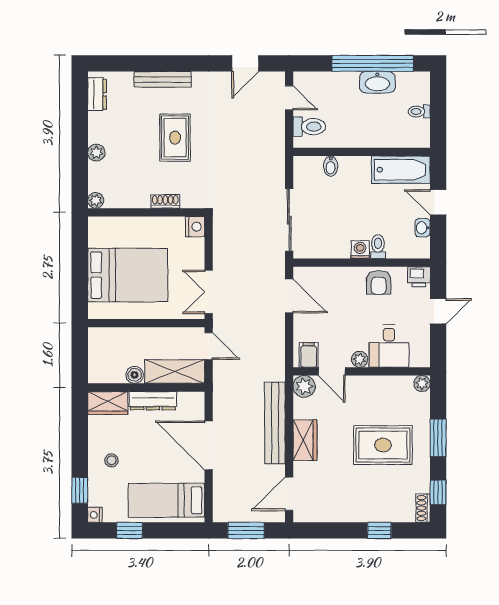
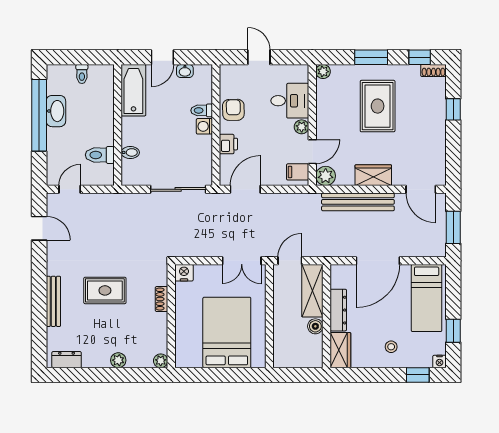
toilet: (309, 127) -> (100, 155), moved, turned -90
printer: (419, 277) -> (228, 144), moved
armchair: (379, 282) -> (233, 110), turned -91

